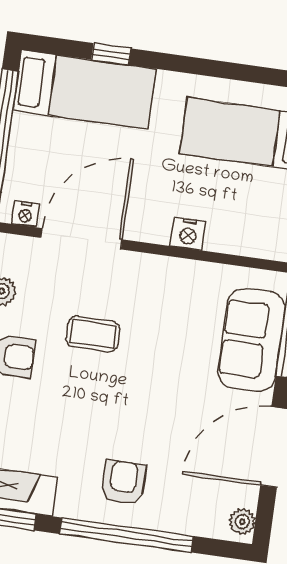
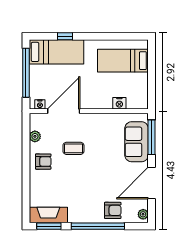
nightstand: (188, 234) -> (119, 103), moved
armchair: (123, 483) -> (113, 210), moved, turned 90

